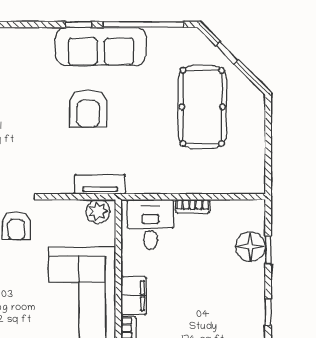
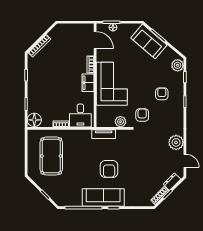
pool table: (202, 107) -> (51, 156), moved
armchair: (88, 108) -> (109, 169), turned 180
plant: (98, 211) -> (120, 122), moved
floor lamp: (251, 247) -> (34, 120), moved

